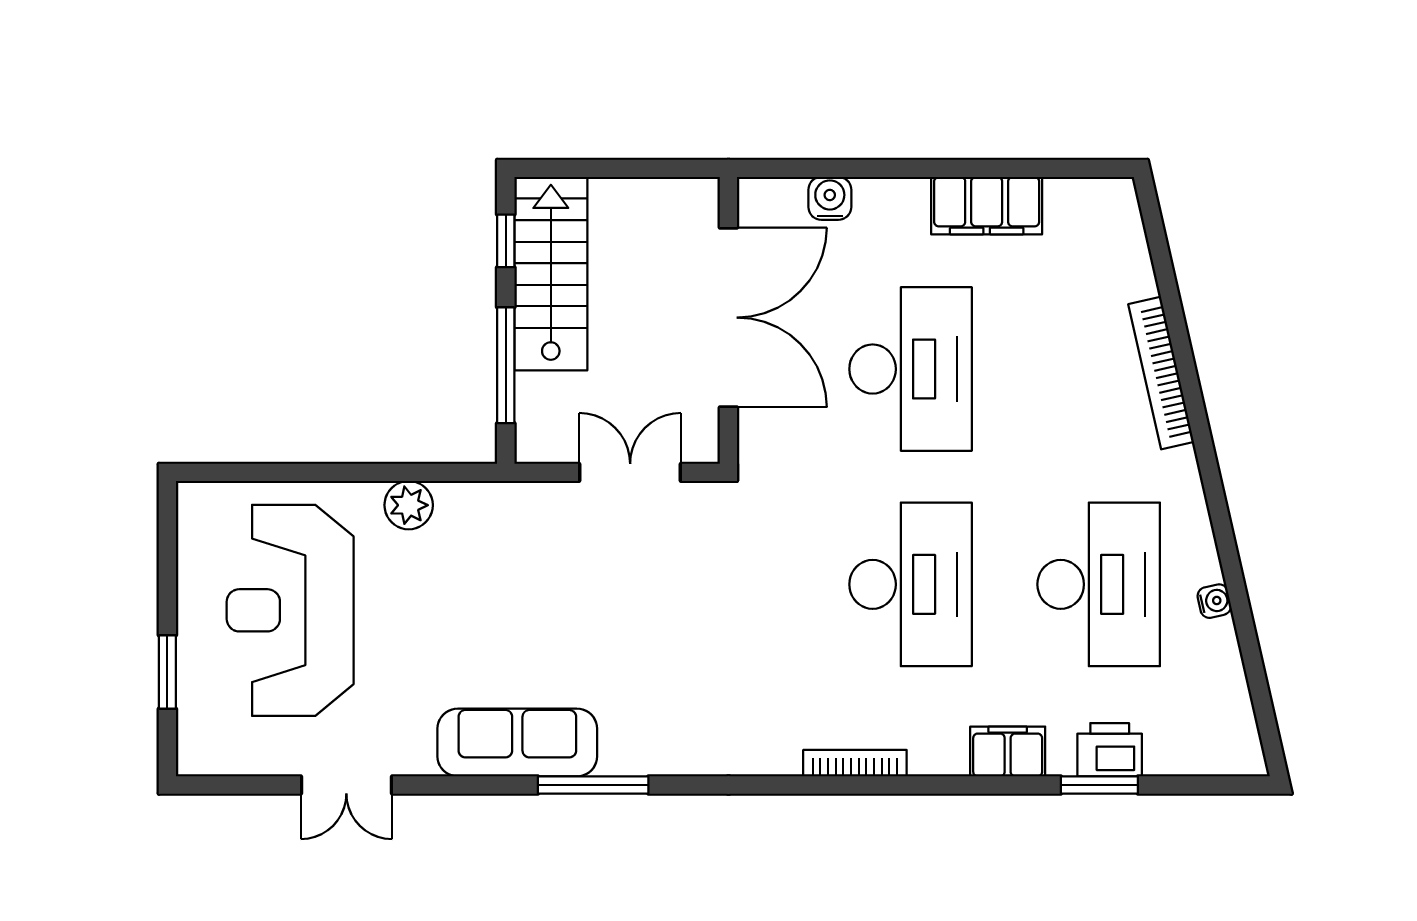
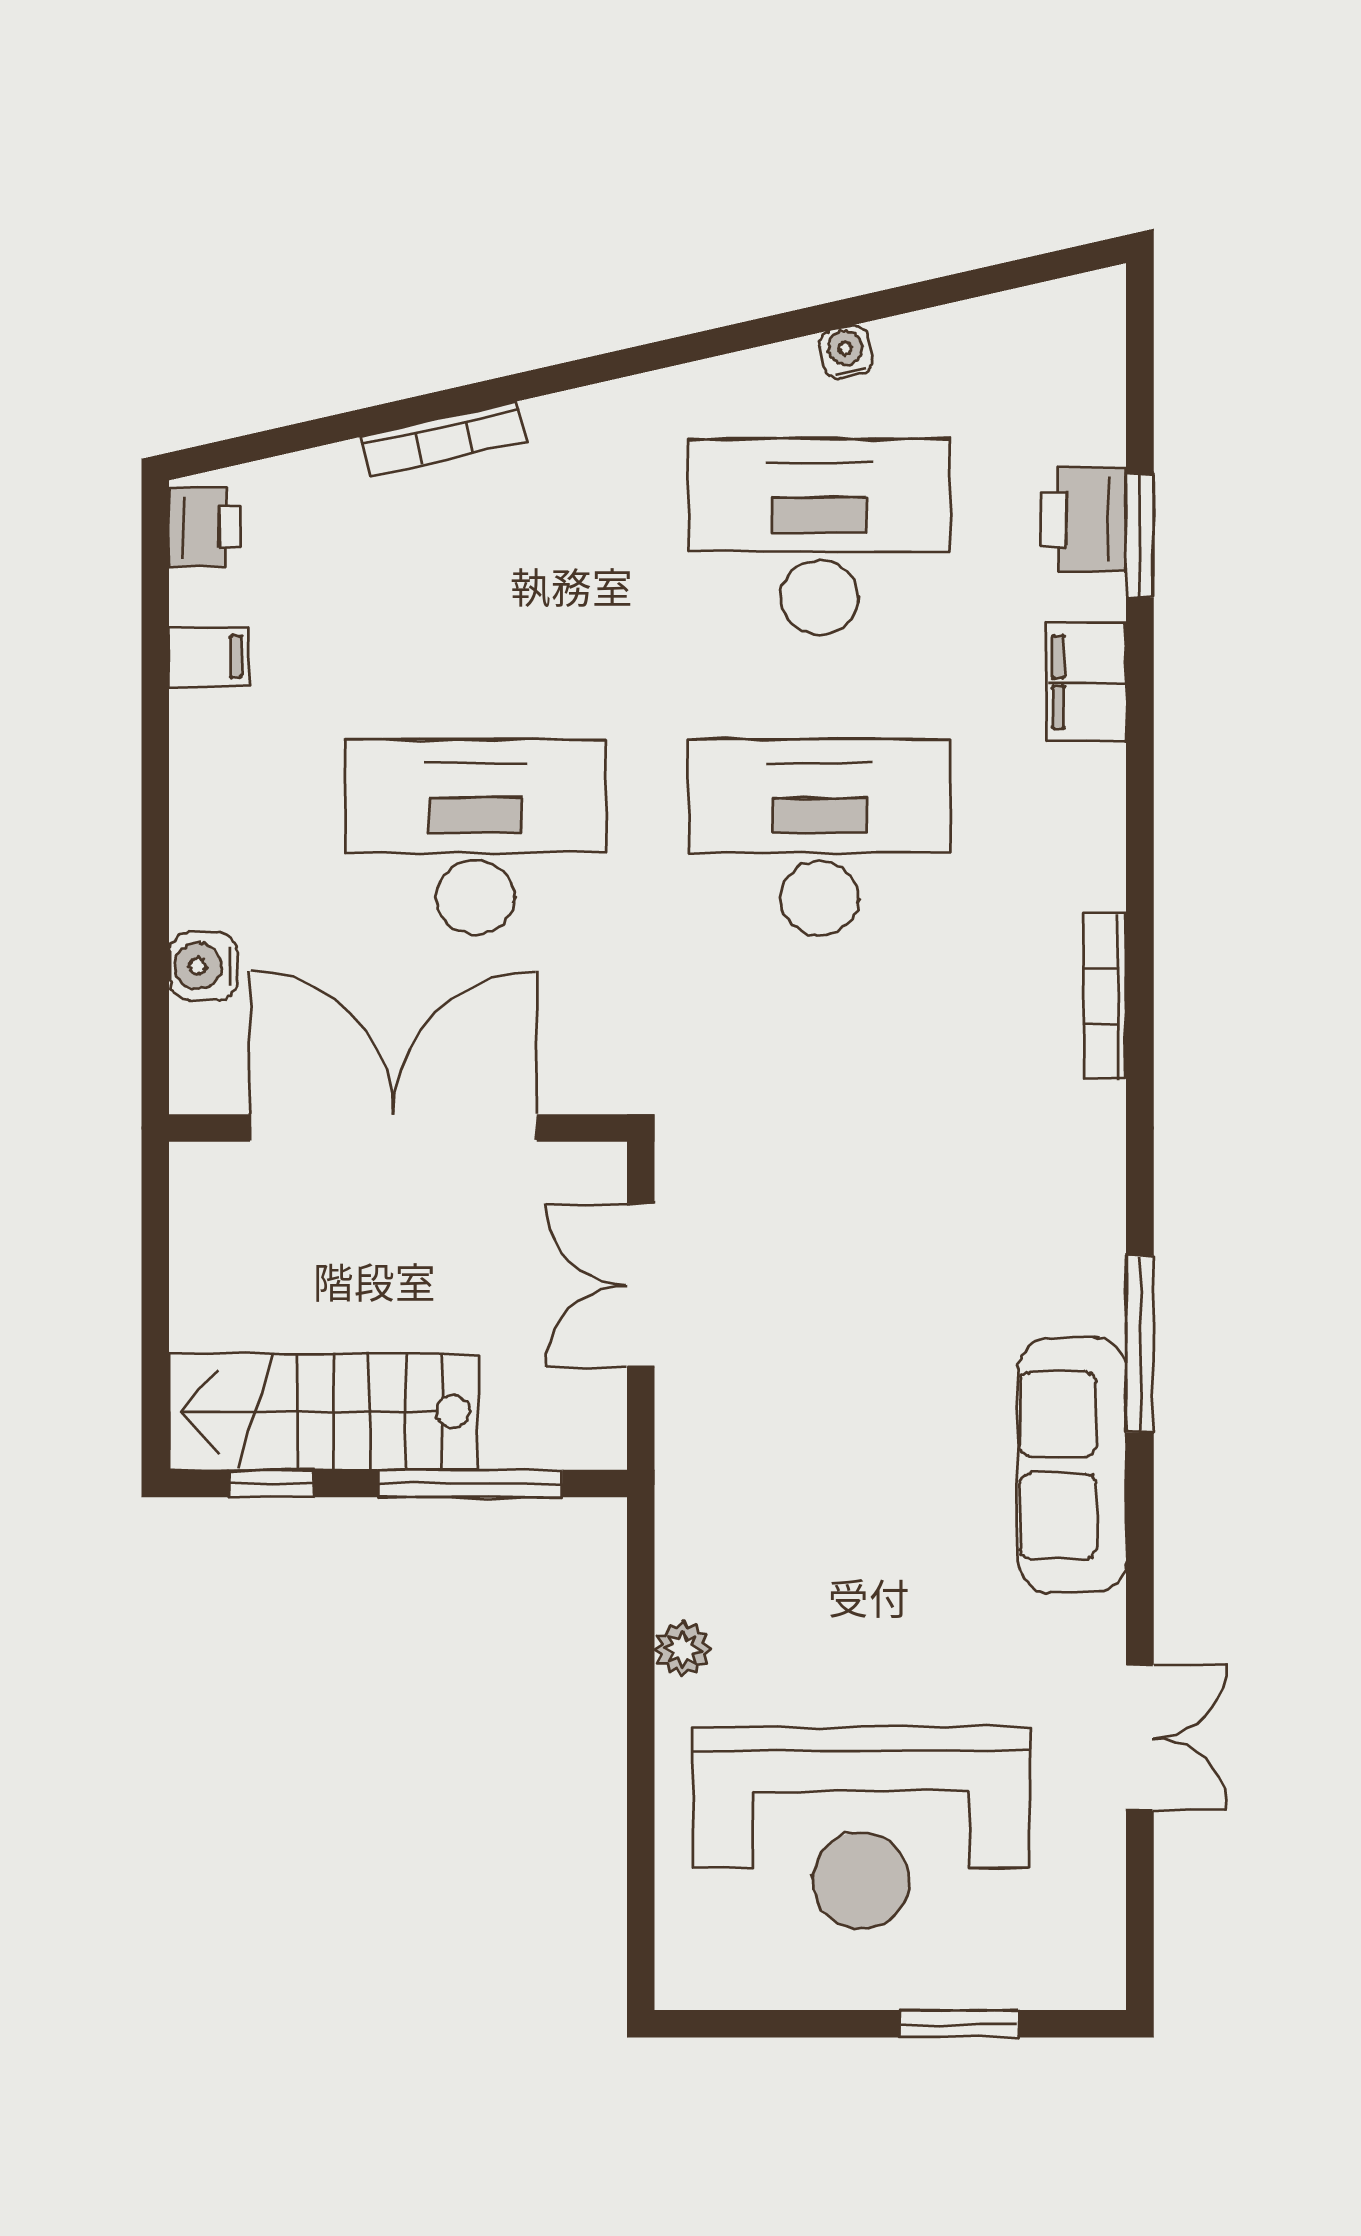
printer: (1105, 199) -> (205, 527), added
filing cabinet: (987, 206) -> (208, 657), width x0.33, depth x0.86
bookcase: (1161, 373) -> (443, 439), width x0.68, depth x0.76
plant: (409, 505) -> (682, 1649), width x0.73, depth x0.73
bookcase: (855, 763) -> (1105, 996), moved

